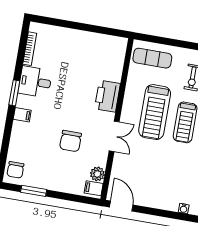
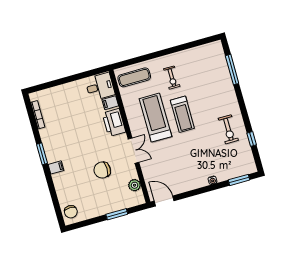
desk: (35, 82) -> (100, 87), moved, turned 180
treadmill: (155, 112) -> (155, 118), turned 180
chair: (71, 141) -> (102, 170), turned 90
filing cabinet: (94, 188) -> (110, 103), moved
window: (34, 191) -> (117, 214), moved

